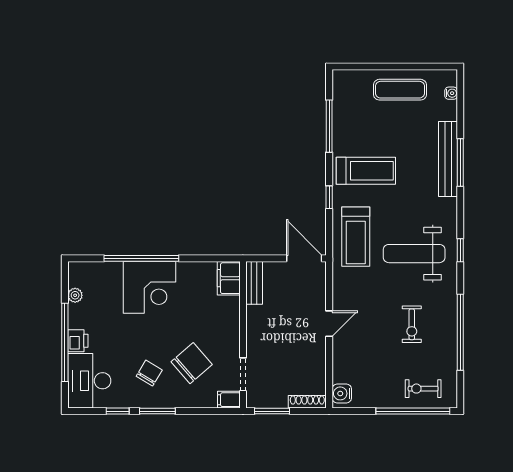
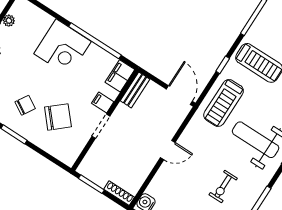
window: (141, 258) -> (95, 41), moved
doorway: (243, 374) -> (101, 126), moved
filing cabinet: (229, 400) -> (103, 103), moved

